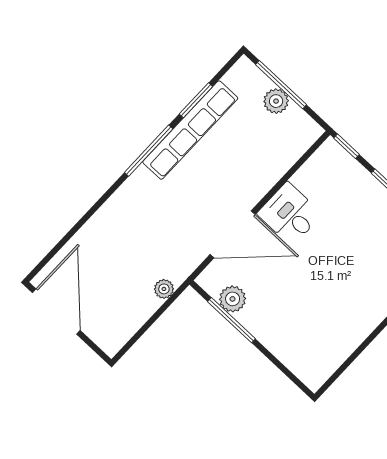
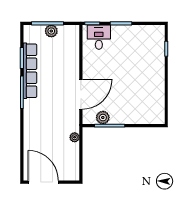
desk: (290, 214) -> (99, 37), moved, turned 90

